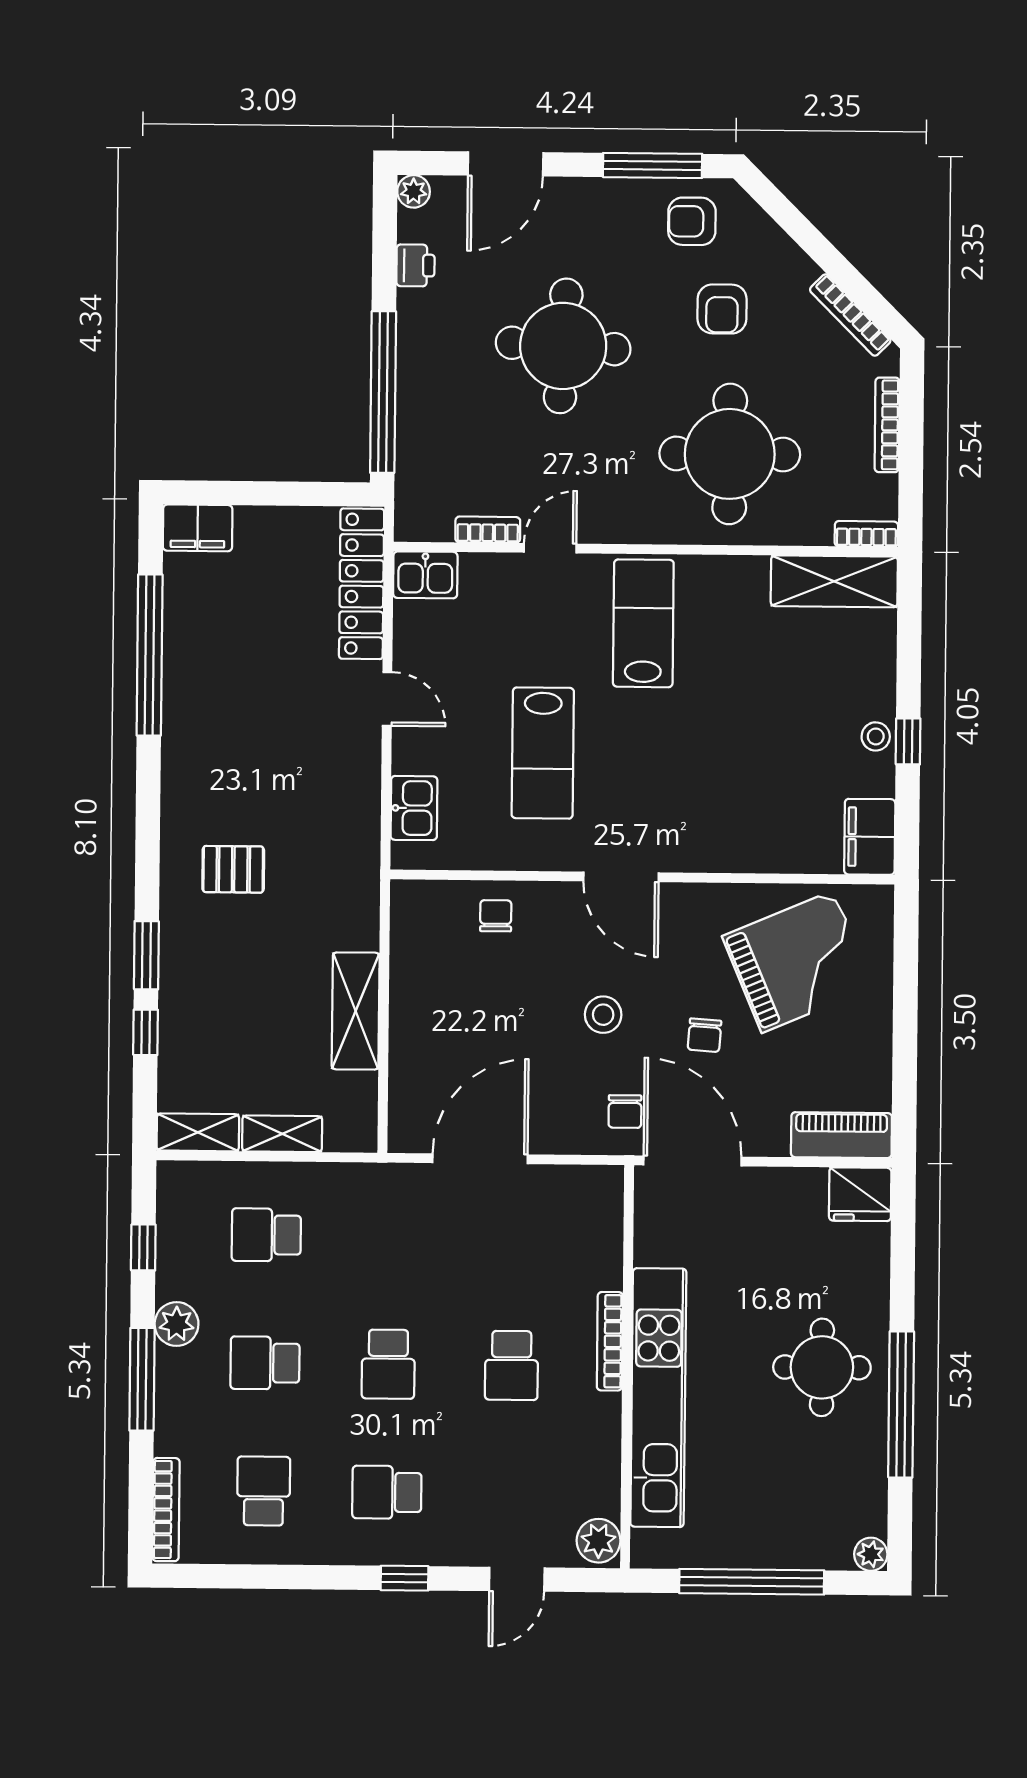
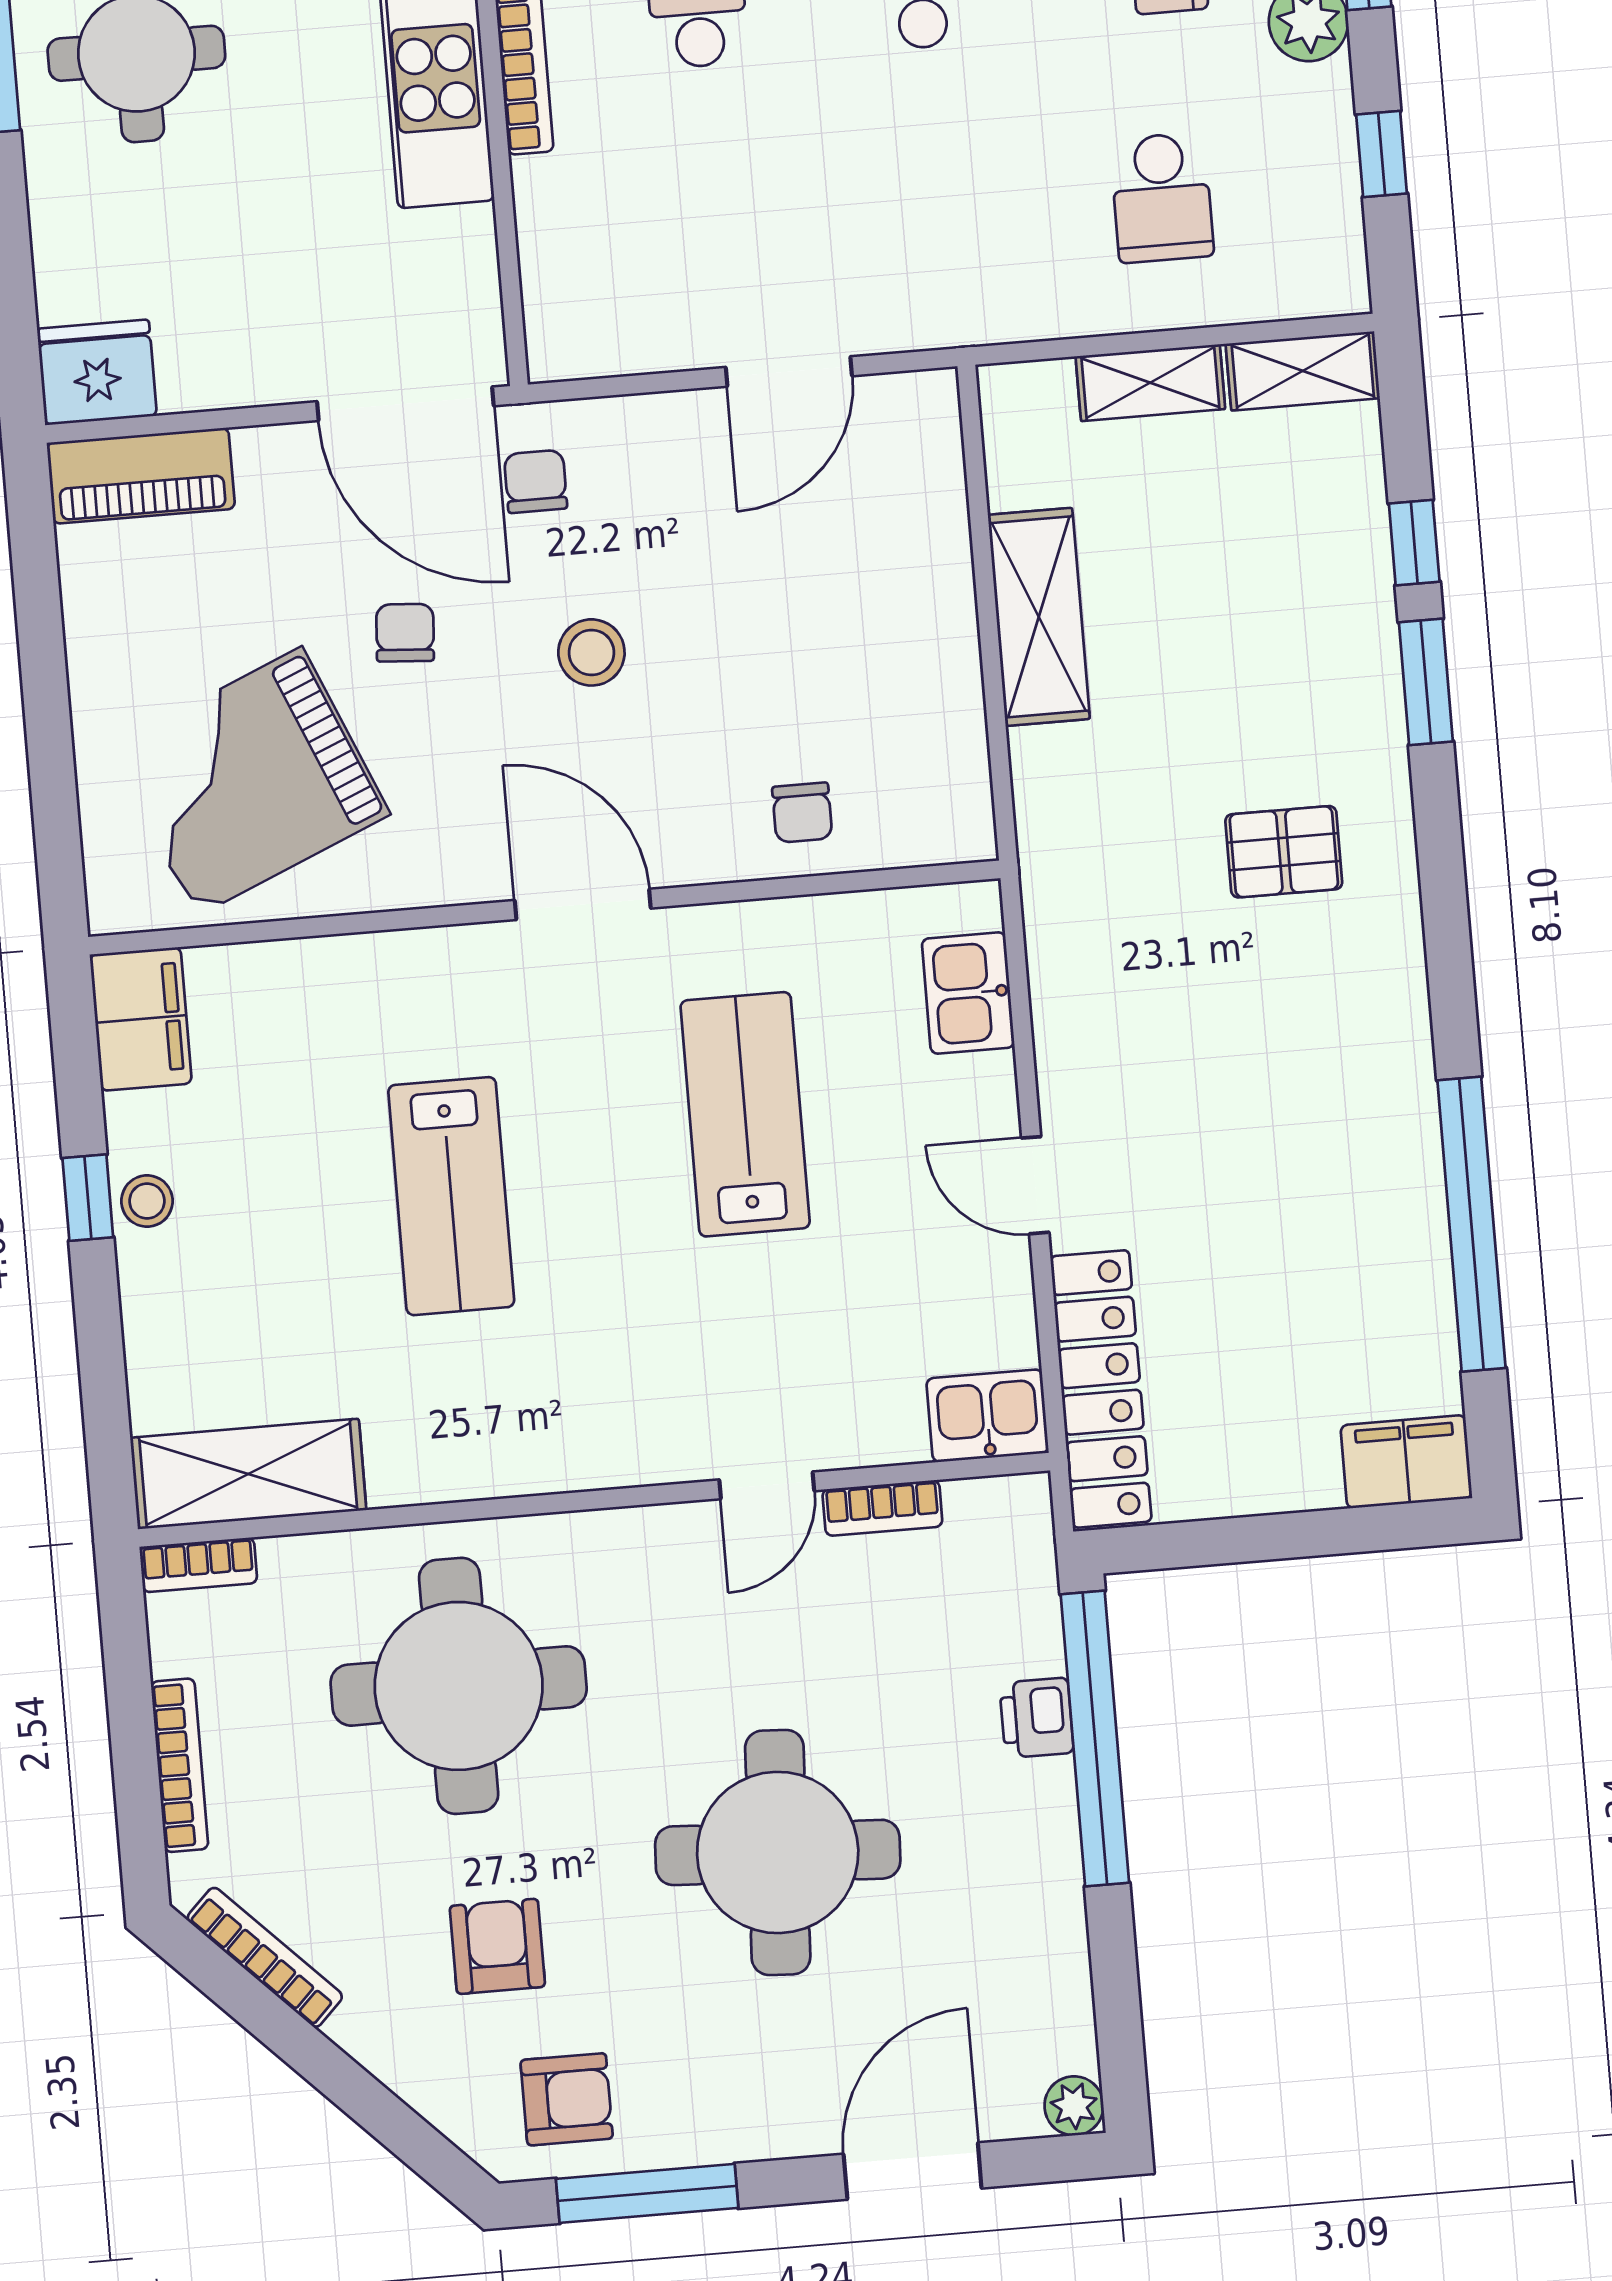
printer: (415, 265) -> (1037, 1718), moved
lab bench: (643, 623) -> (451, 1196), moved
door: (480, 1159) -> (789, 372), width x0.73
school desk: (266, 1235) -> (1162, 198), turned 90

